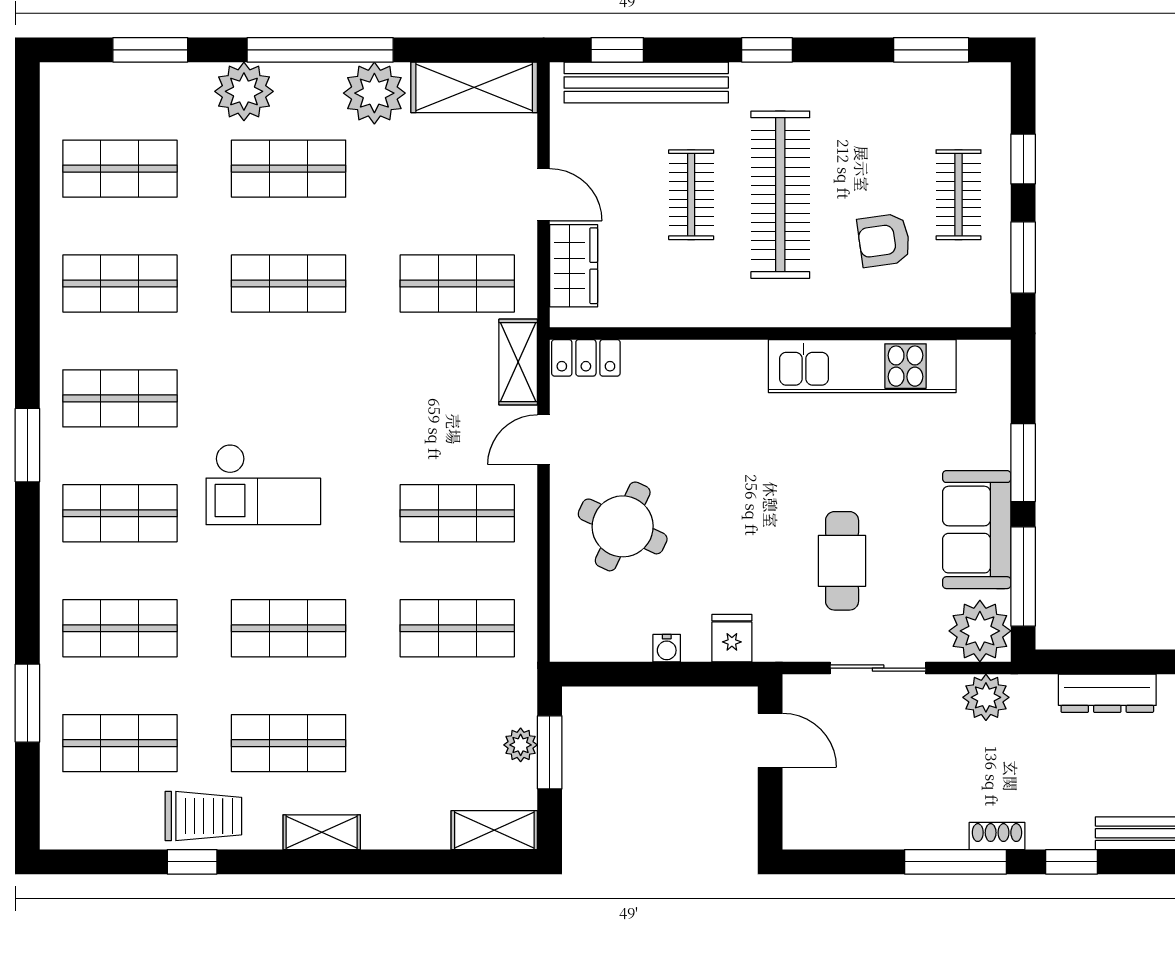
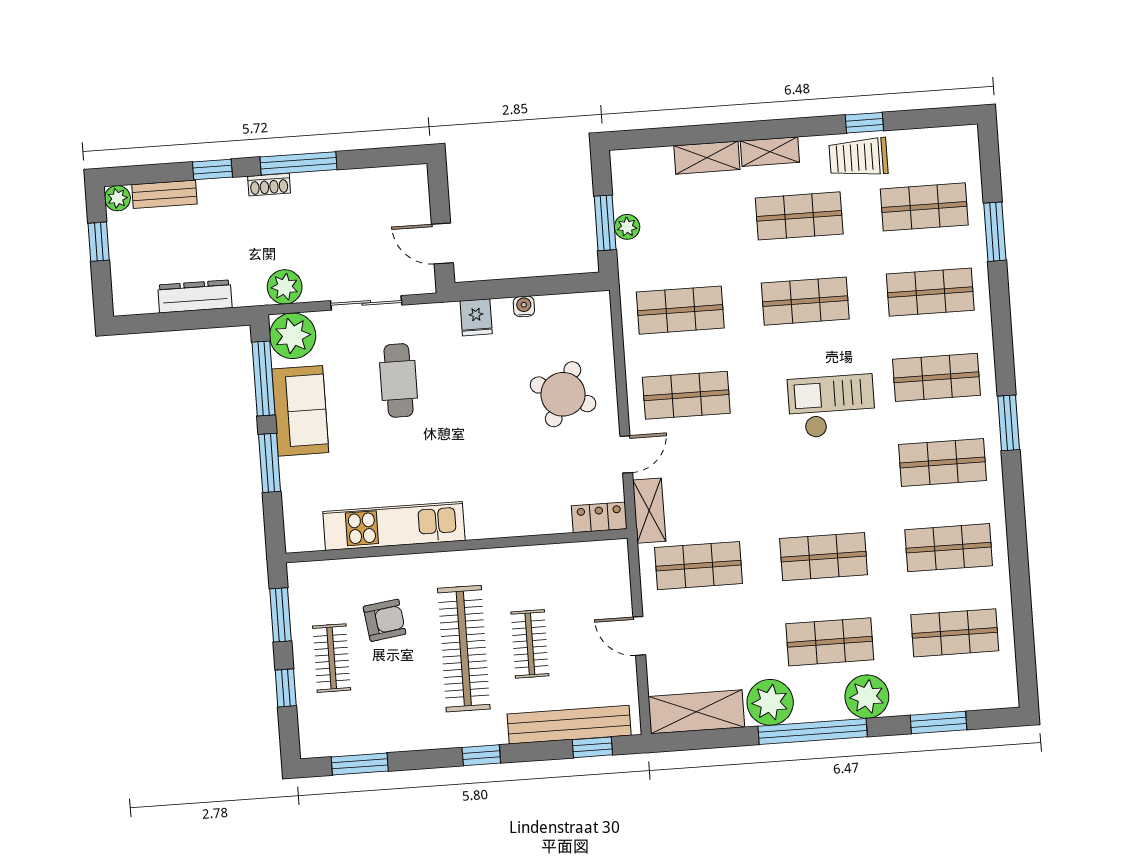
wardrobe: (574, 266) -> (613, 585), removed
shelving: (494, 830) -> (707, 158), moved

